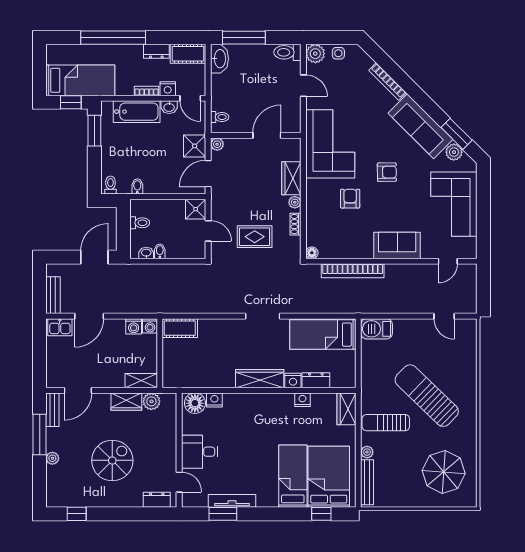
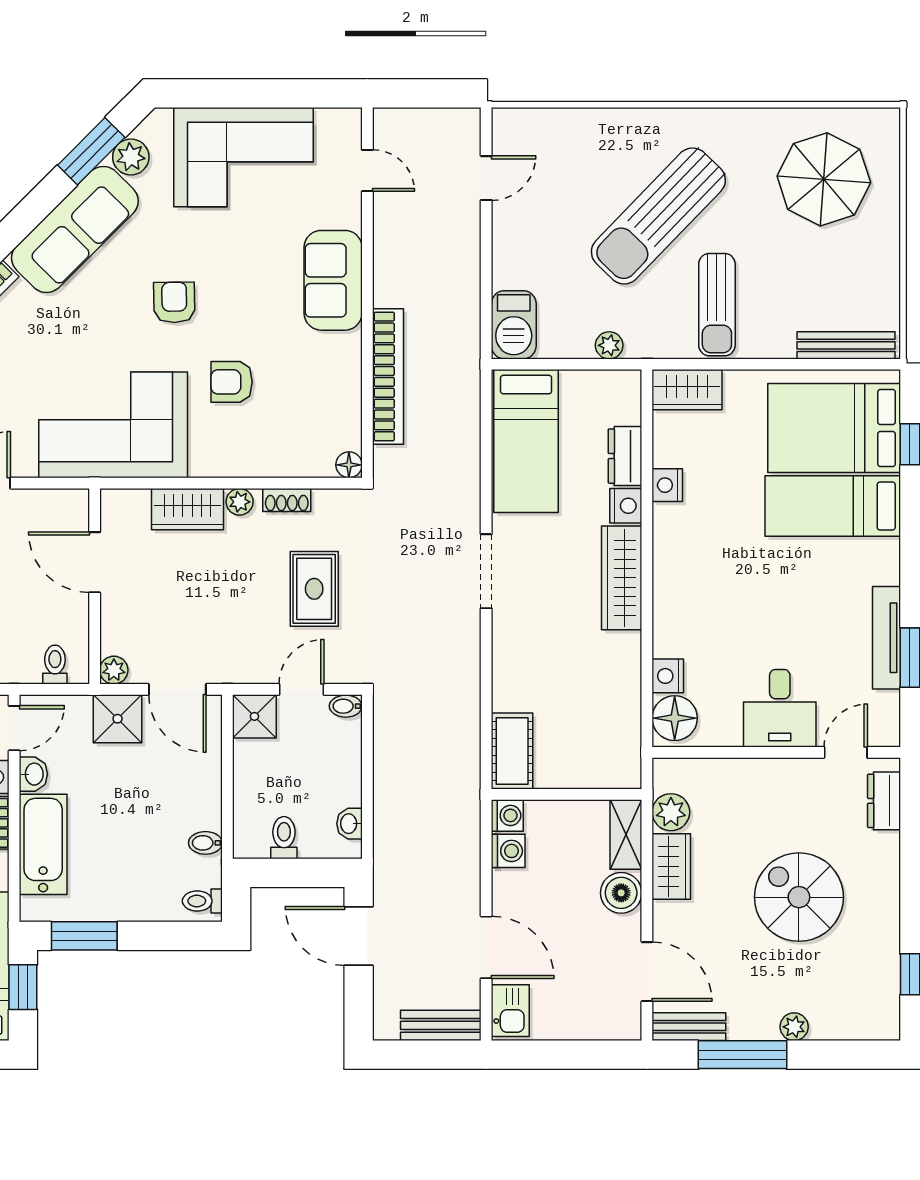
bidet: (160, 251) -> (346, 706), moved
boiler: (114, 378) -> (621, 893), added
plant: (367, 452) -> (609, 345), moved

